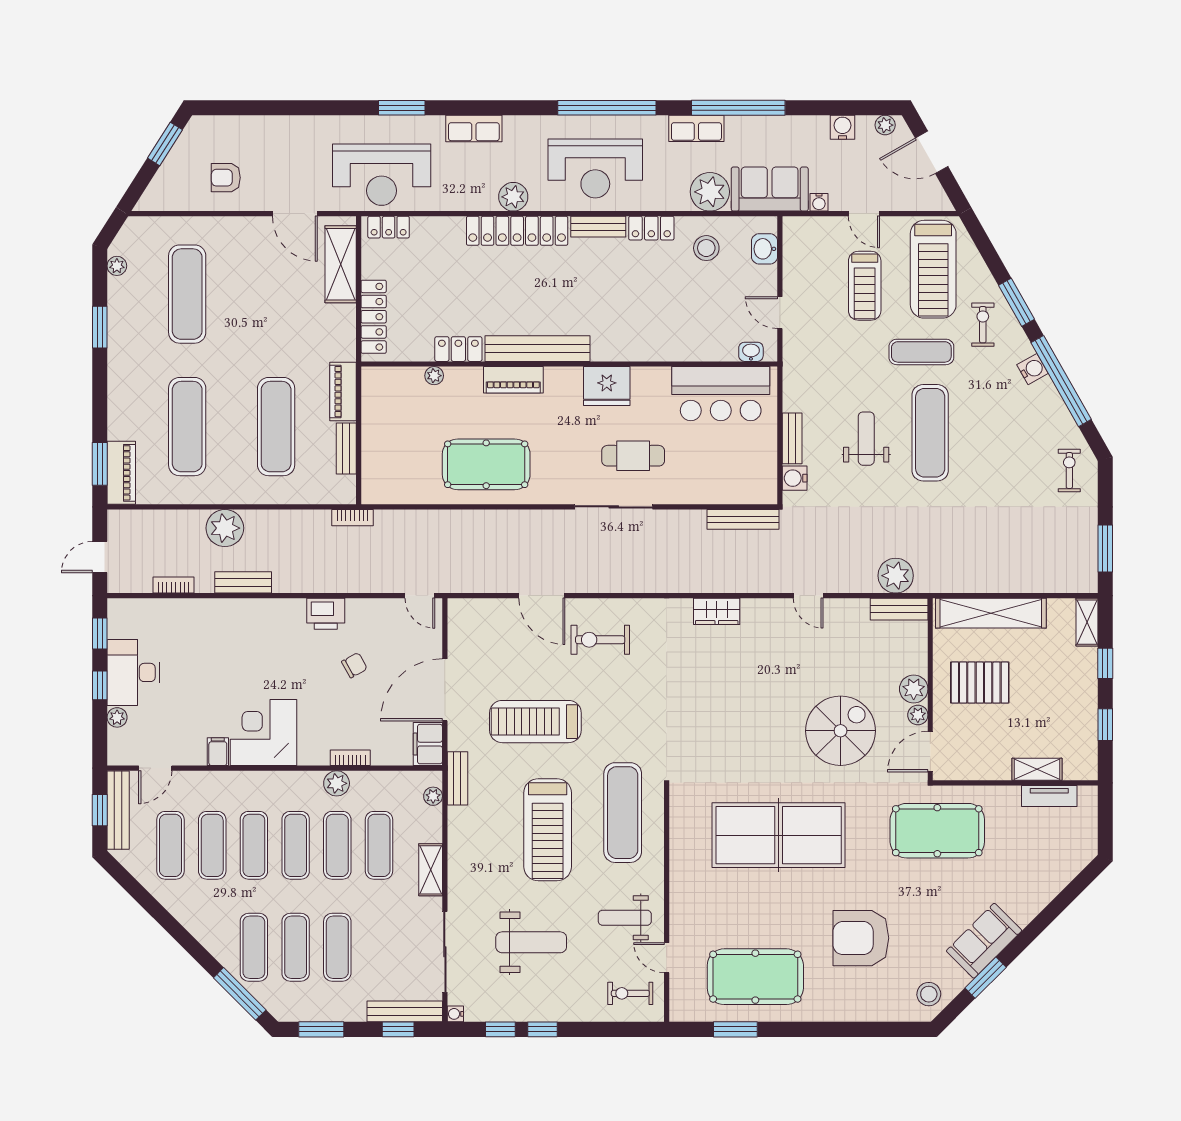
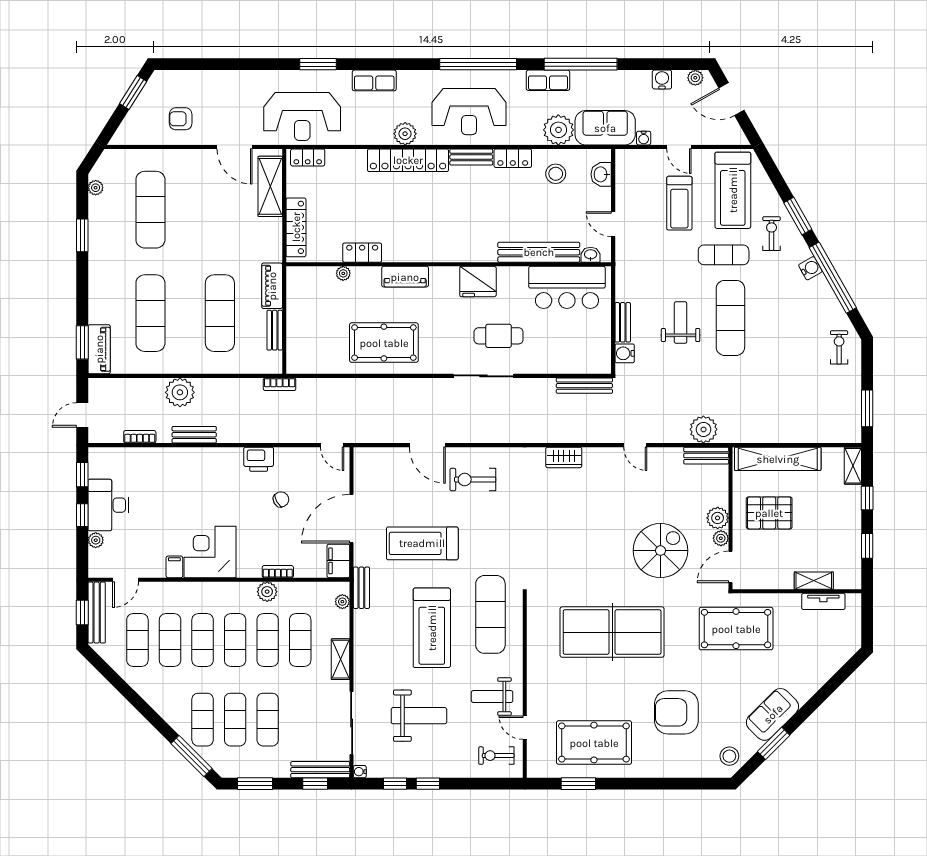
bench: (537, 349) -> (539, 252), moved

